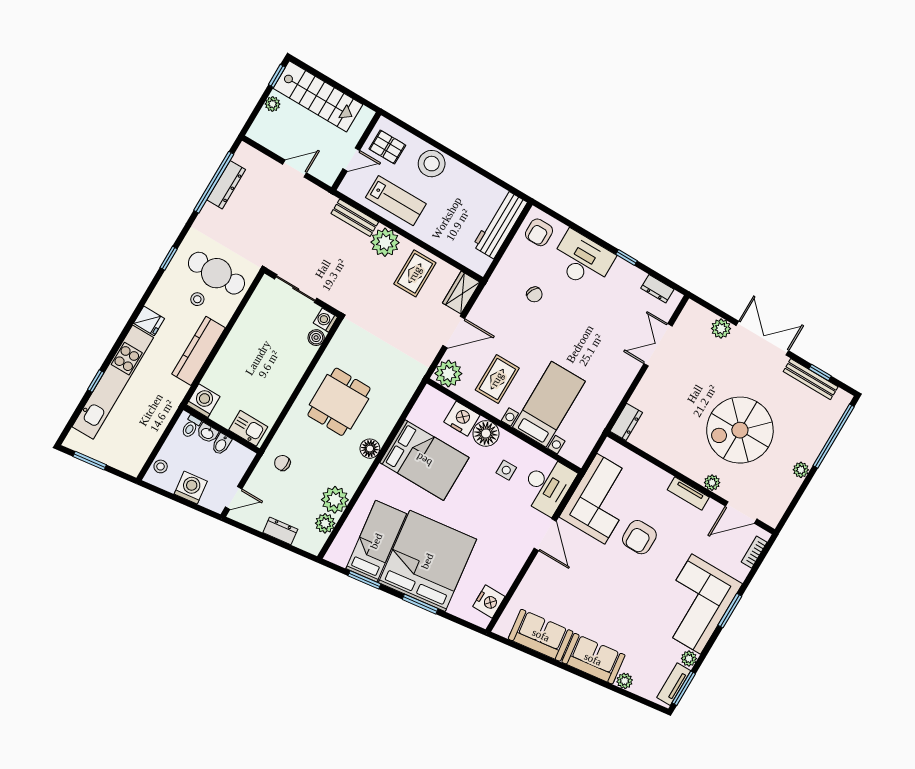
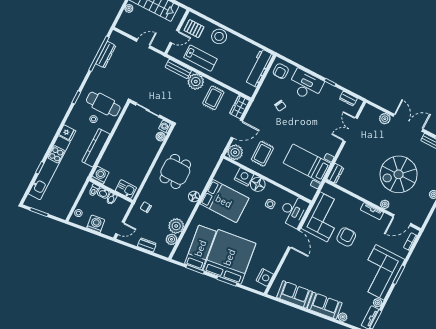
bed with nightstands: (549, 404) -> (307, 163), moved, turned -90
armchair: (639, 537) -> (346, 237), turned 180

